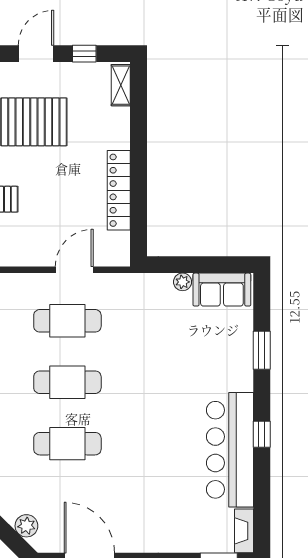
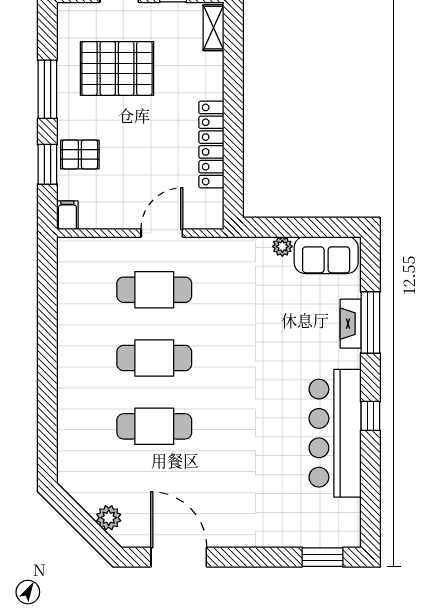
window: (262, 350) -> (370, 323), width x1.44
fireplace: (244, 531) -> (351, 324), moved

